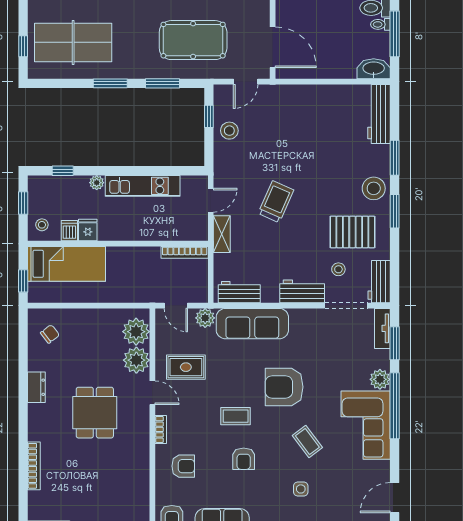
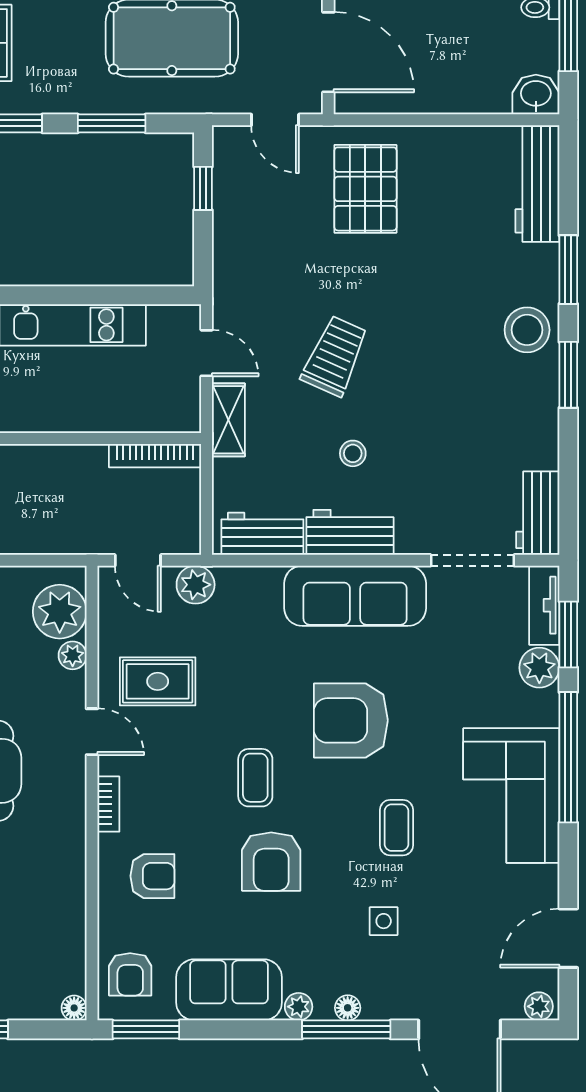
washbasin: (374, 69) -> (536, 95), width x0.72
door: (246, 82) -> (275, 120), hinge flipped
stool: (229, 131) -> (243, 216), removed
door: (211, 200) -> (207, 353), hinge flipped
pallet: (352, 232) -> (365, 189), moved, turned 90
stool: (338, 269) -> (353, 453), moved
workbench: (302, 291) -> (350, 532), moved
sofa: (252, 324) -> (355, 596), moved
plant: (136, 360) -> (73, 655), width x0.53, depth x0.53
plant: (380, 379) -> (539, 668), moved
coffee table: (236, 416) -> (255, 778), turned 90
coffee table: (307, 441) -> (397, 828), turned 37
armchair: (244, 459) -> (271, 862), width x1.38, depth x1.38

